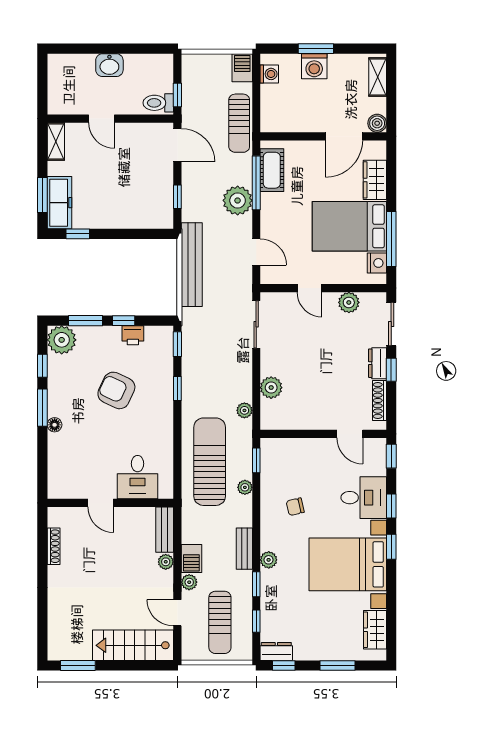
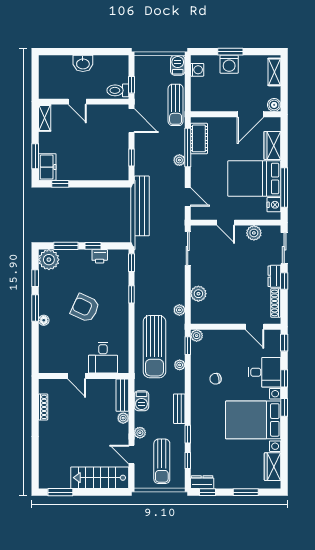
plant: (238, 200) -> (179, 160), width x0.53, depth x0.53
freezer: (60, 203) -> (47, 167), width x0.71
armchair: (116, 390) -> (85, 308), moved
sun lounger: (210, 462) -> (154, 347), turned 180
barbecue: (191, 559) -> (141, 401), moved
plant: (269, 560) -> (197, 336), moved

